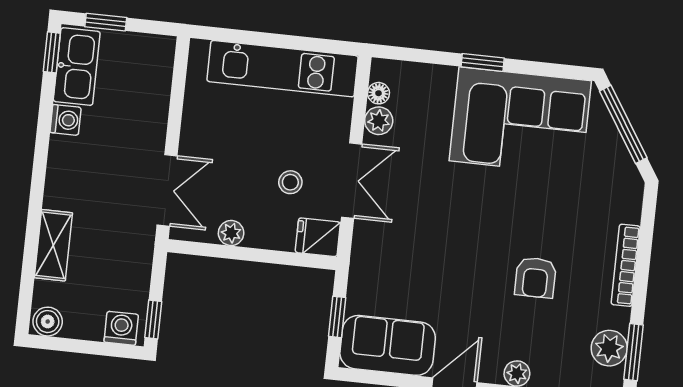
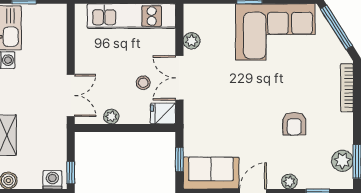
floor lamp: (378, 93) -> (190, 25), removed
double door: (352, 181) -> (179, 78), swing flipped
bookcase: (626, 265) -> (347, 88), moved

